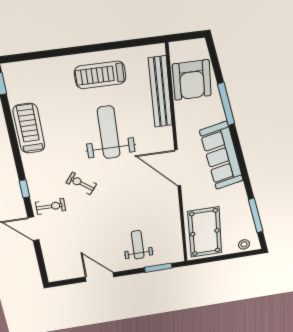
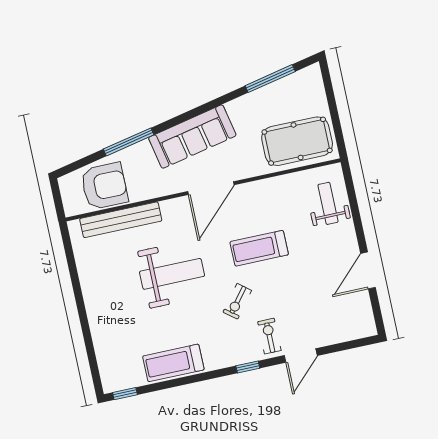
treadmill: (100, 75) -> (259, 248), moved, turned 90
weight bench: (109, 133) -> (172, 274), turned 180
stool: (244, 244) -> (313, 86), removed
weight bench: (138, 245) -> (328, 203), moved, turned 90
window: (158, 268) -> (352, 195), removed

